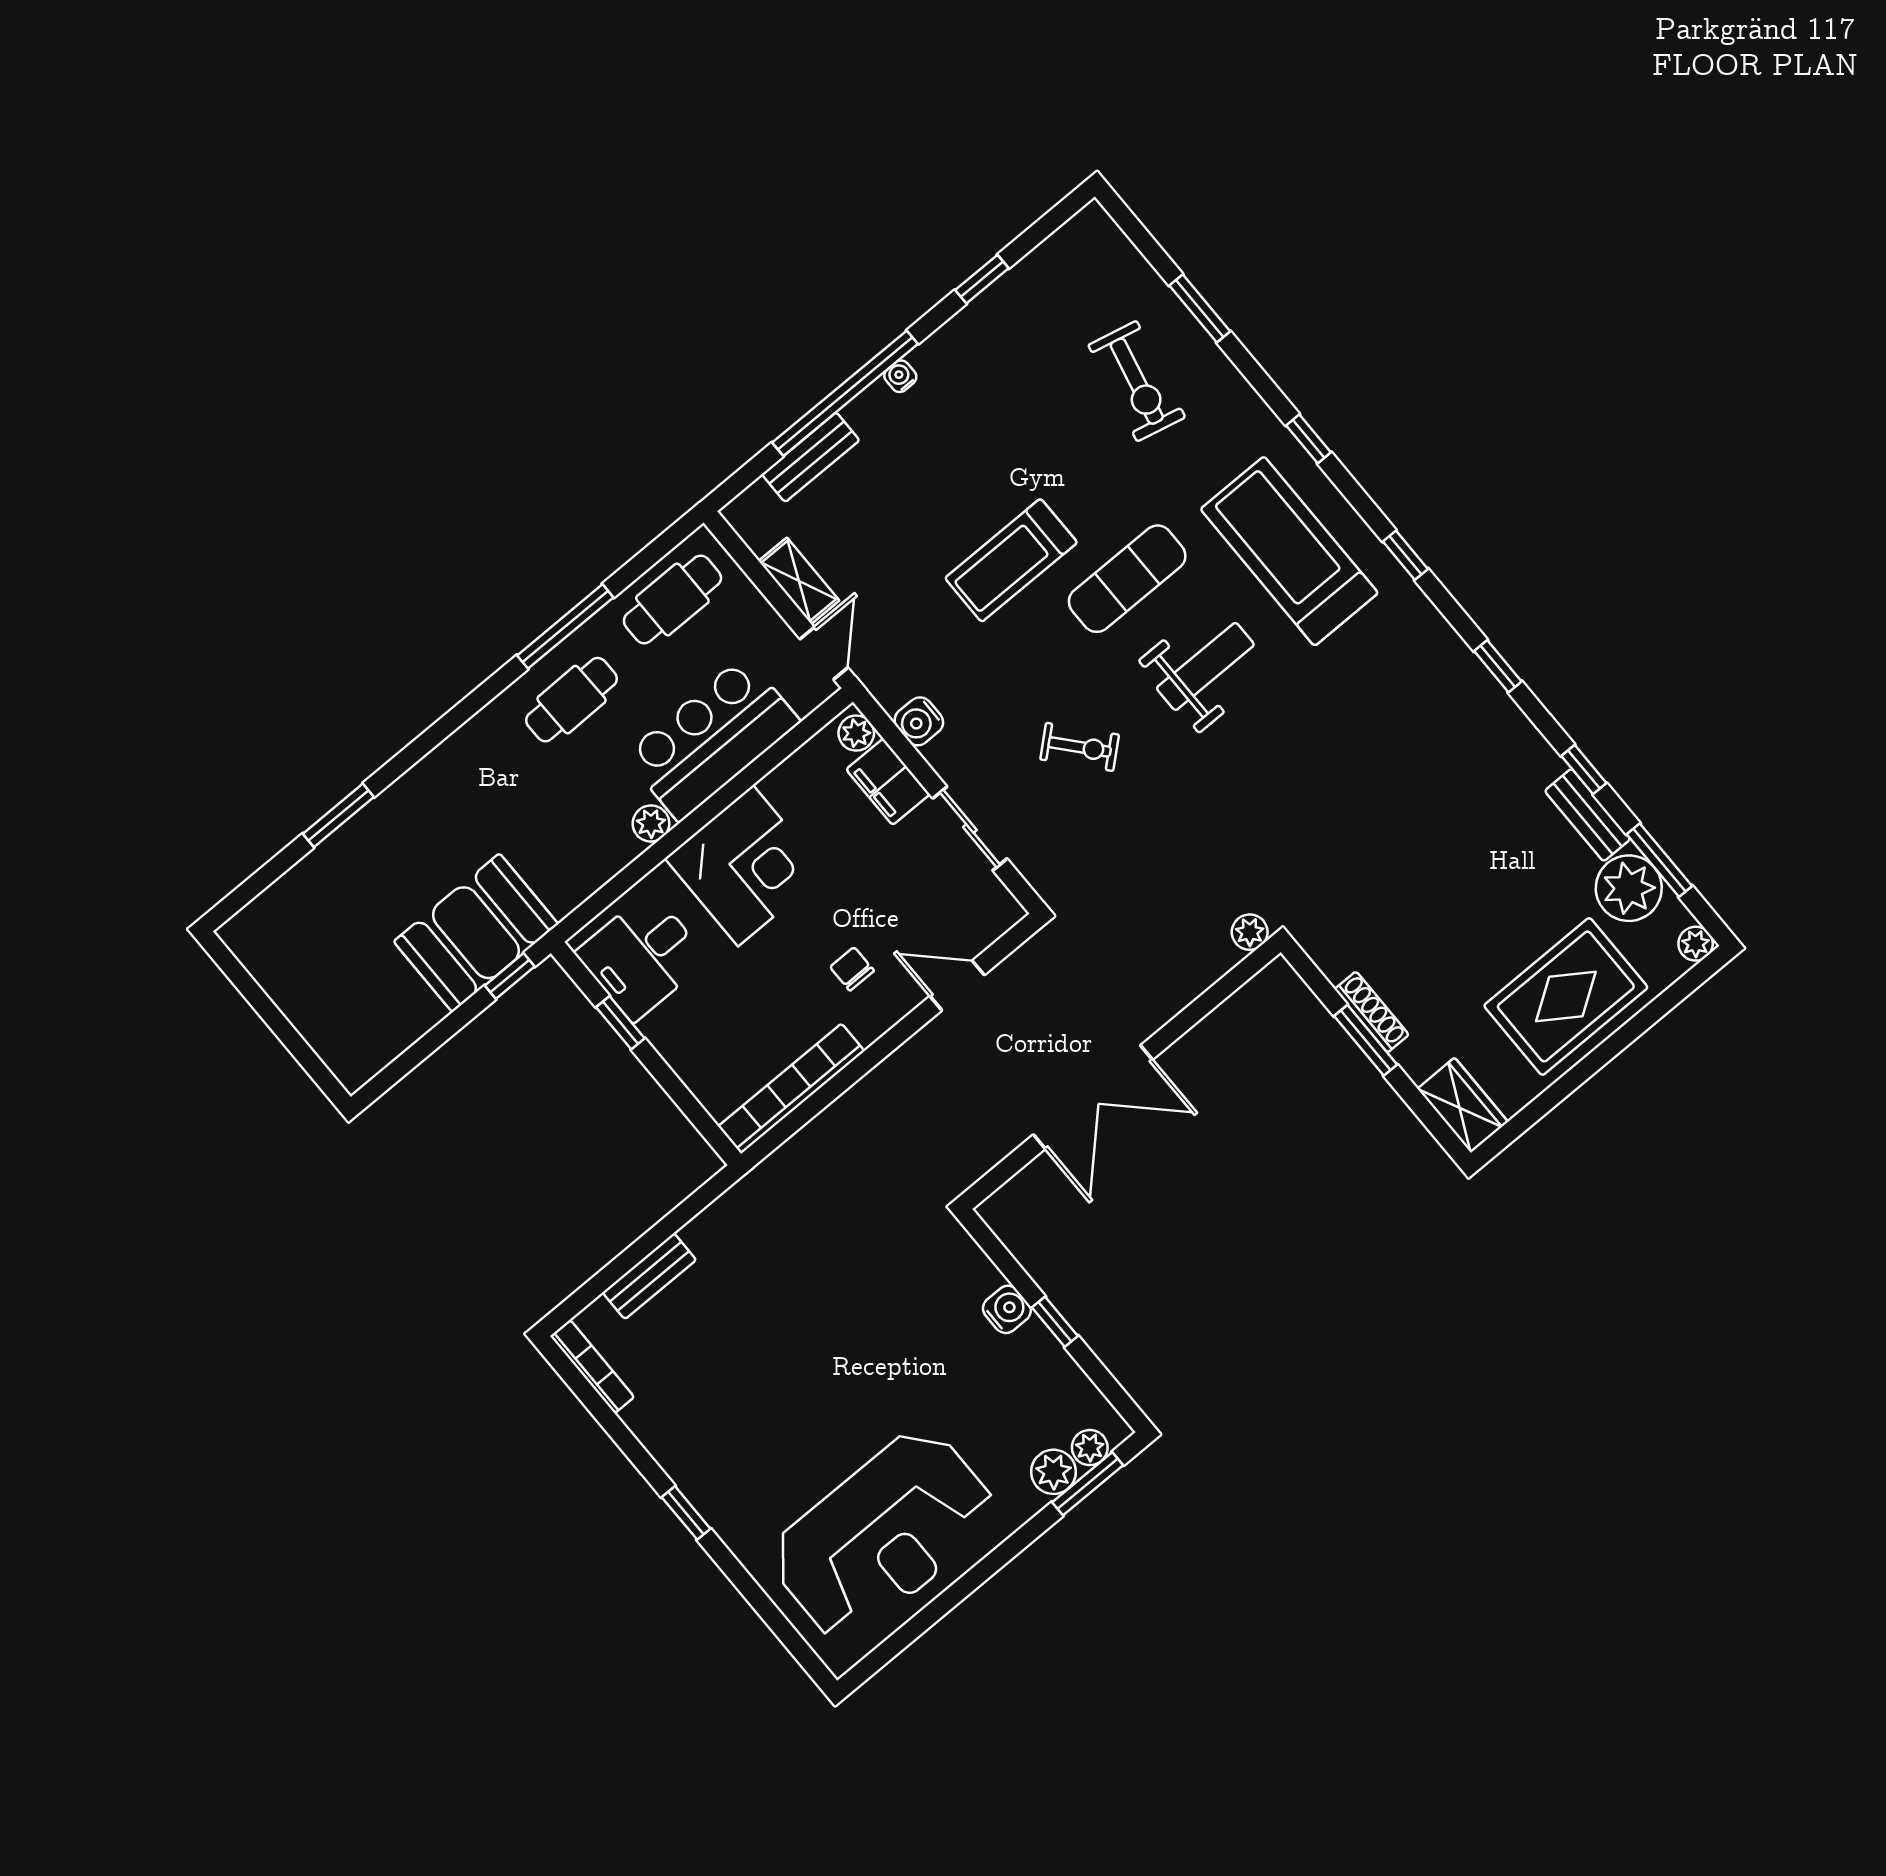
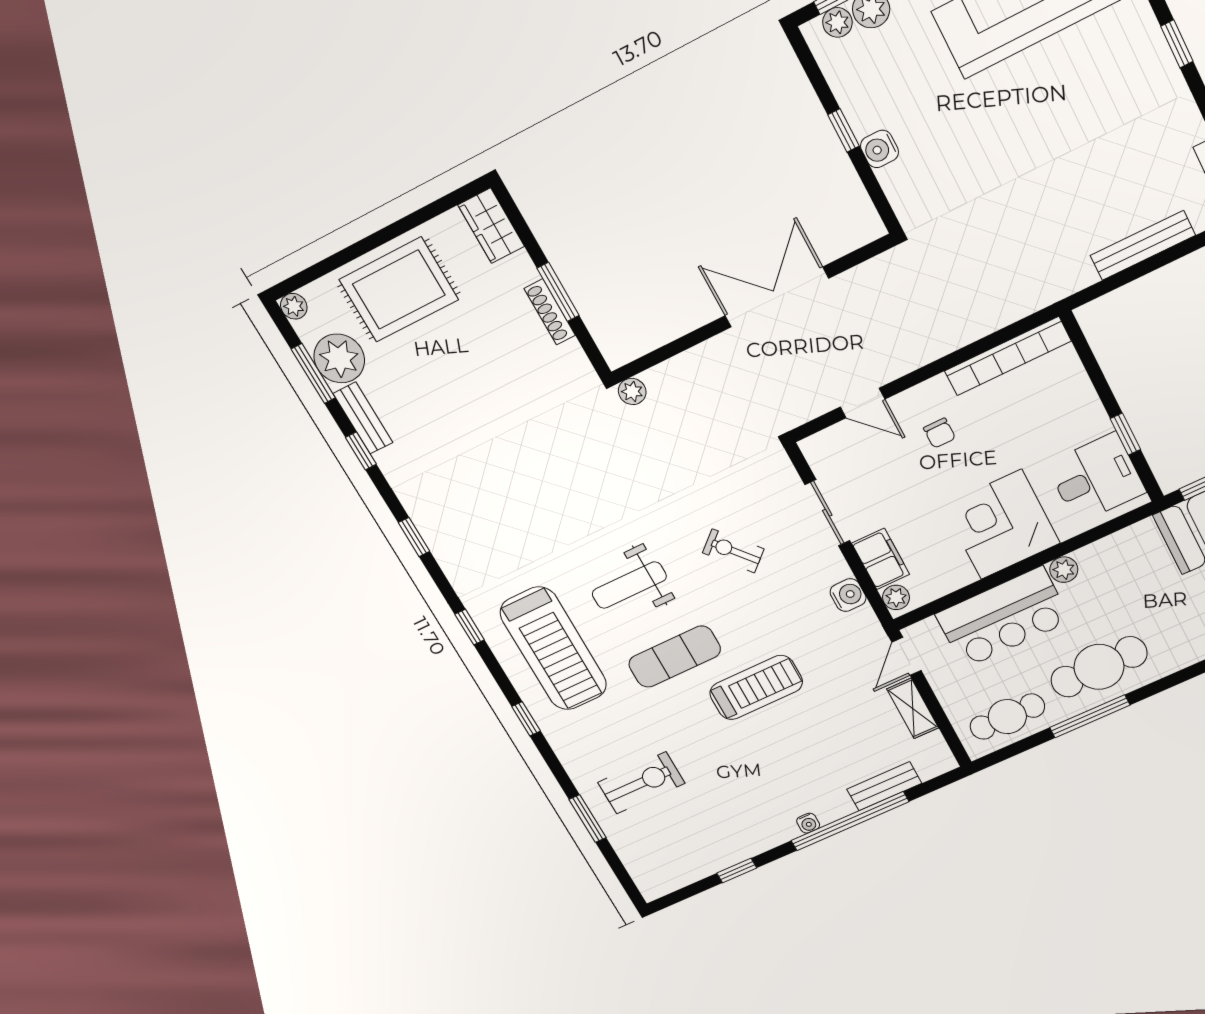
exercise bike: (1137, 381) -> (641, 783), turned 77
cafe table: (571, 700) -> (1099, 667), width x1.37, depth x1.35
bench: (649, 1276) -> (1143, 245), width x1.36

